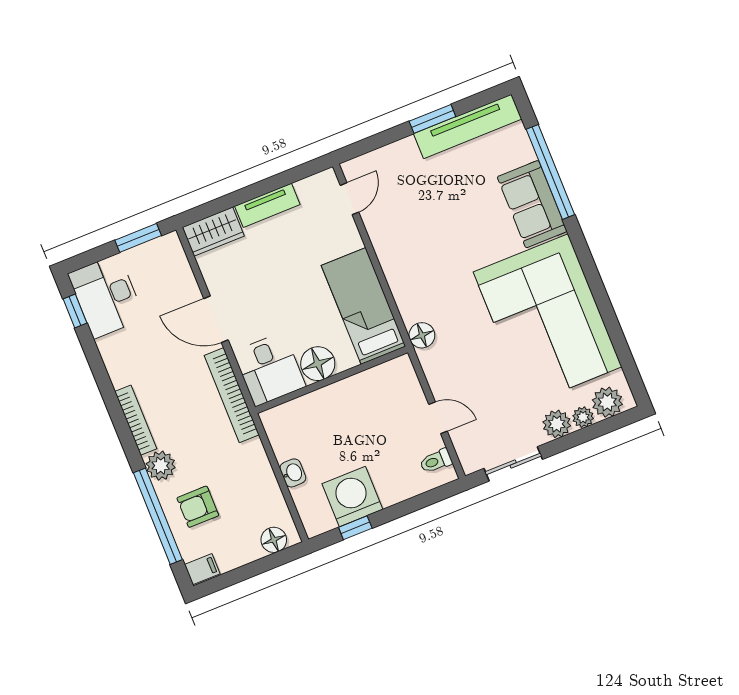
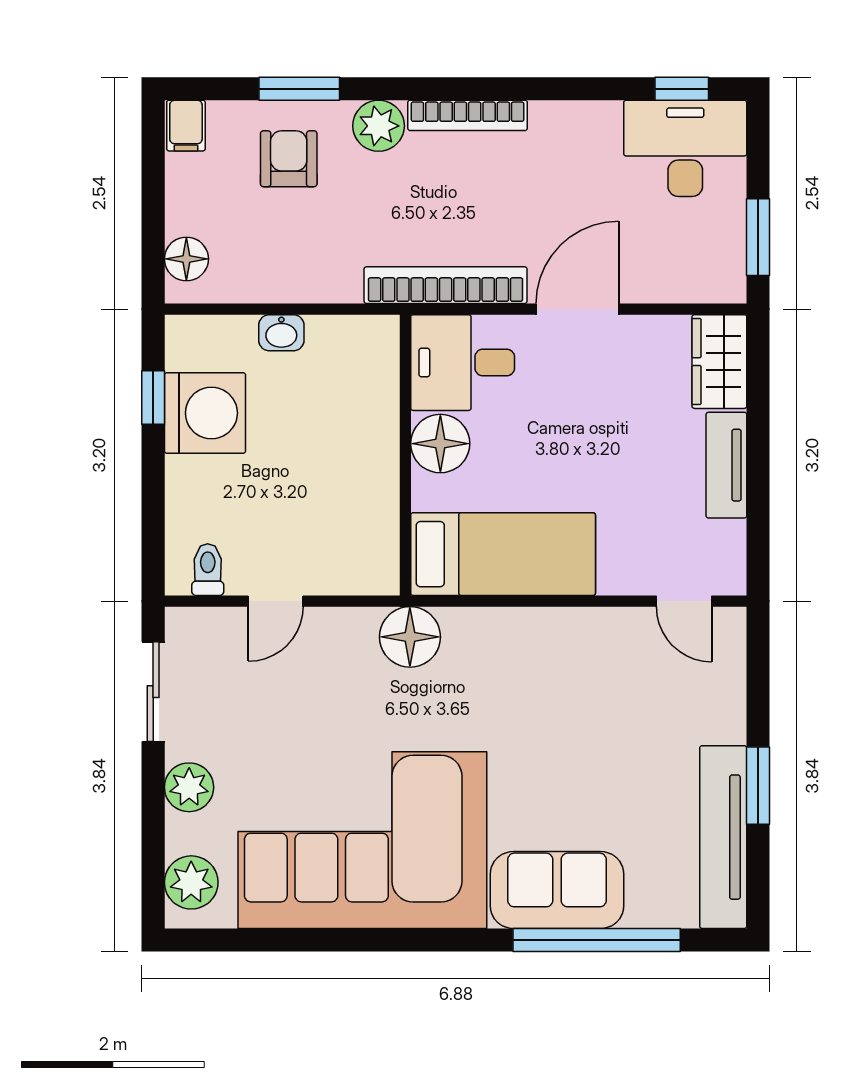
floor lamp: (422, 335) -> (410, 637), width x1.38, depth x1.38
plant: (583, 417) -> (183, 834), removed
window: (158, 516) -> (299, 89), width x0.47

